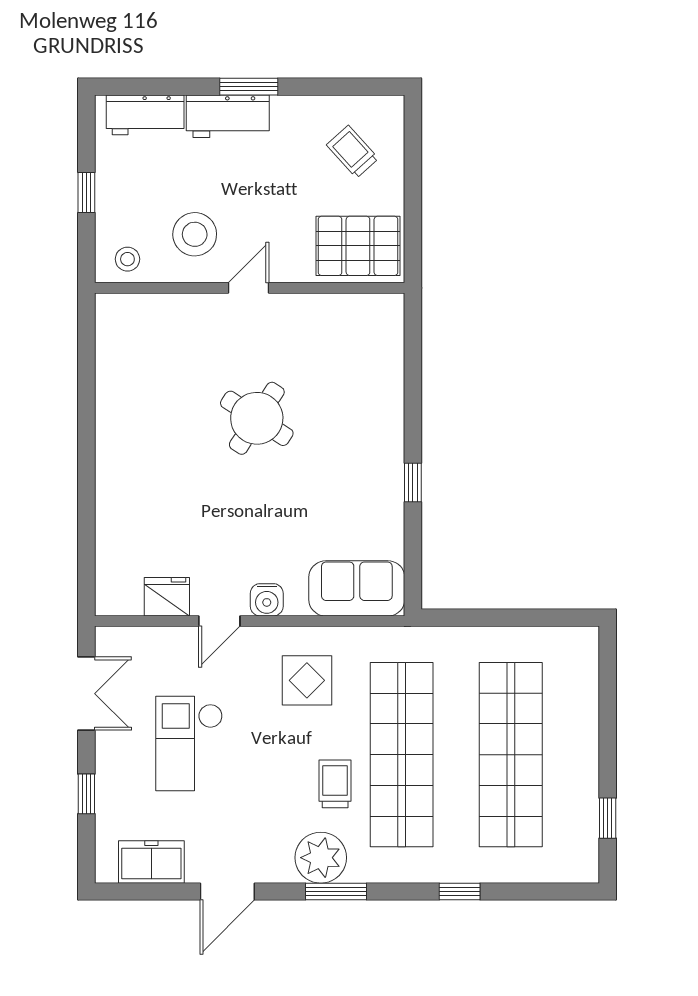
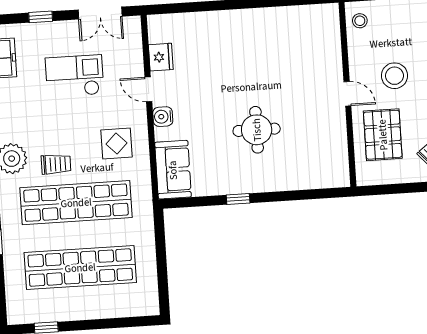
stool: (195, 234) -> (394, 76), moved
pallet: (358, 246) -> (383, 135), moved
round table: (257, 418) -> (257, 130), moved, turned -33

